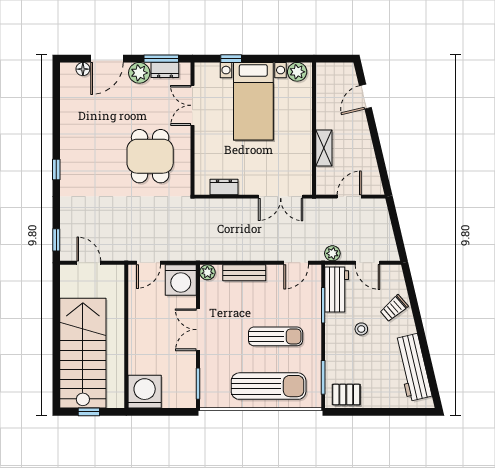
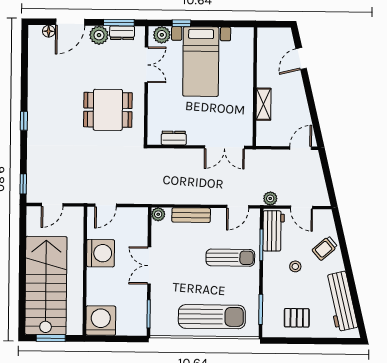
plant: (297, 72) -> (162, 35), moved
double door: (192, 105) -> (146, 65), swing flipped
dining table: (150, 156) -> (108, 110), turned 90
door: (349, 197) -> (301, 148), moved
door: (89, 263) -> (52, 205), swing flipped
washing machine: (181, 280) -> (100, 253), moved, turned -90
sun lounger: (276, 336) -> (230, 258), moved
pallet: (346, 395) -> (297, 318), moved
window: (89, 412) -> (51, 338), width x1.50

